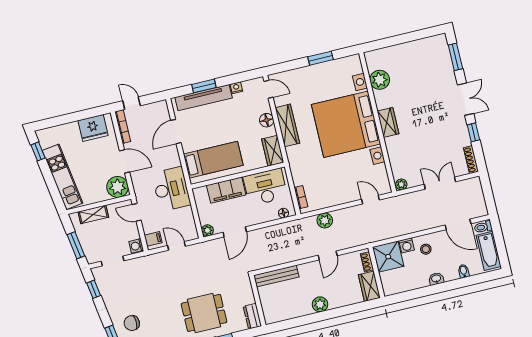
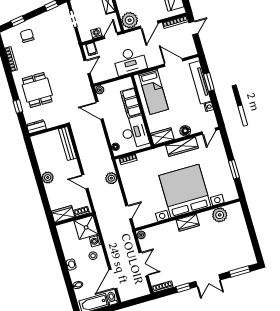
washing machine: (136, 246) -> (96, 33), moved

